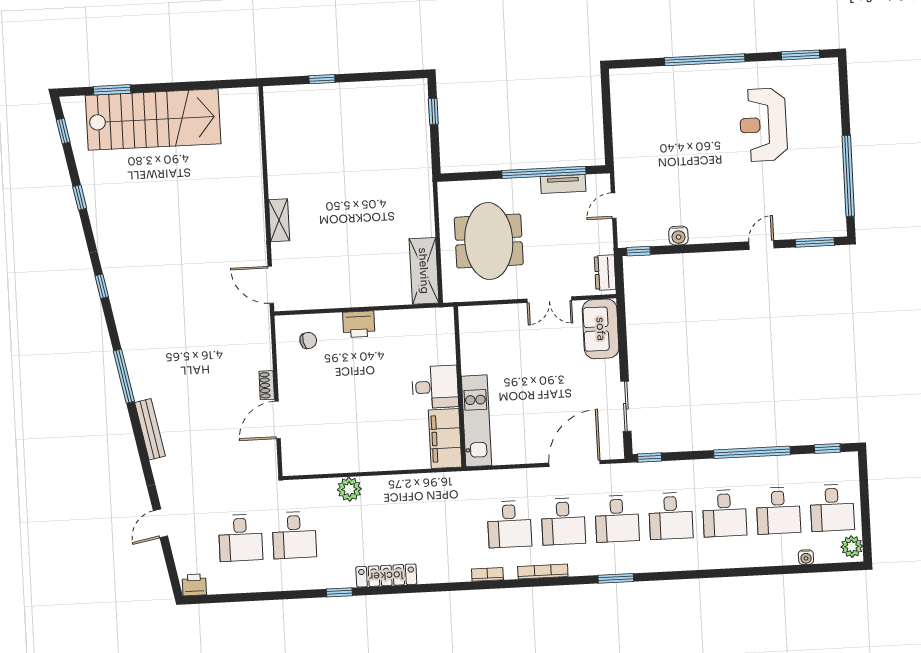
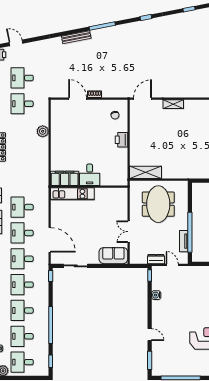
meeting table: (489, 241) -> (158, 204), turned 90
dresser: (605, 273) -> (156, 259), moved
door: (160, 523) -> (16, 43), moved

